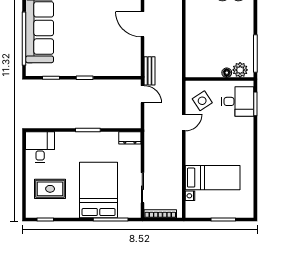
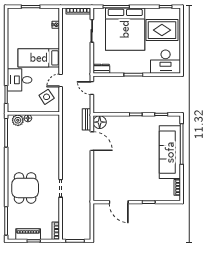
door: (142, 24) -> (92, 141), moved
floor lamp: (132, 67) -> (100, 122), added
door: (142, 94) -> (92, 88), moved
desk: (238, 101) -> (20, 80), moved
desk: (40, 147) -> (166, 62), width x1.37
bed: (213, 178) -> (39, 58), moved
rug: (50, 189) -> (162, 30), width x1.36, depth x1.43
bed: (99, 190) -> (125, 29), width x1.36

